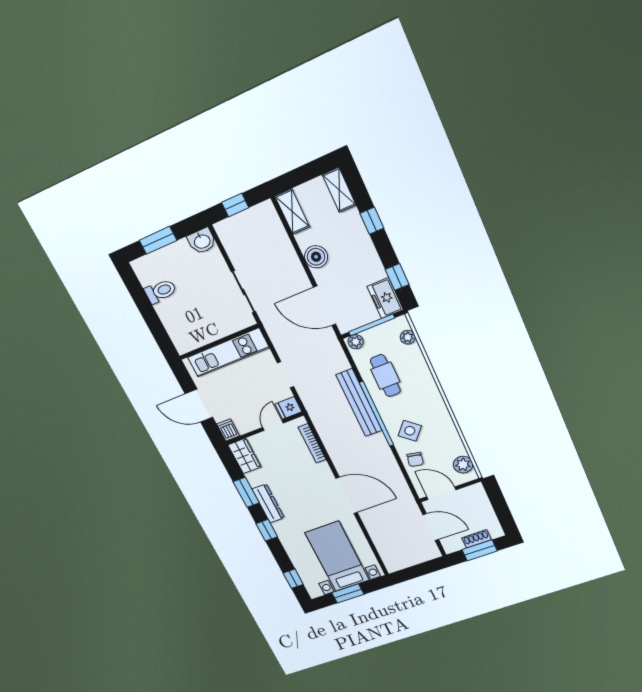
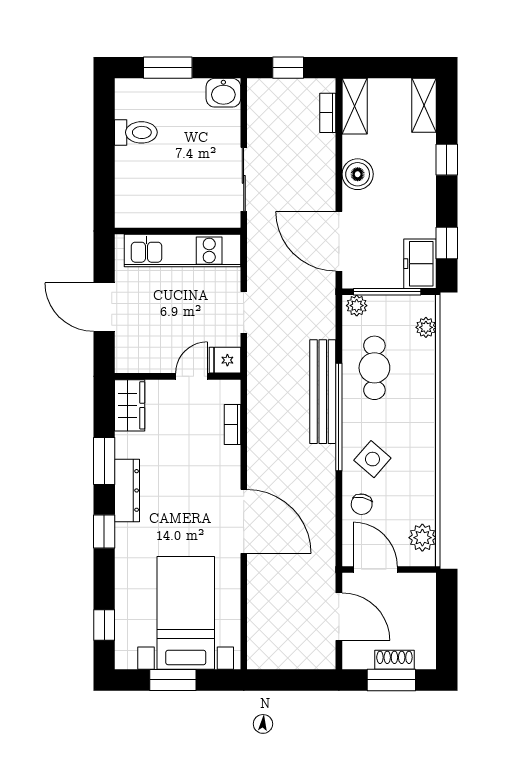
bookcase: (277, 224) -> (328, 113), added
dishwasher: (228, 430) -> (126, 358), removed
bookcase: (312, 443) -> (233, 424), width x0.64

